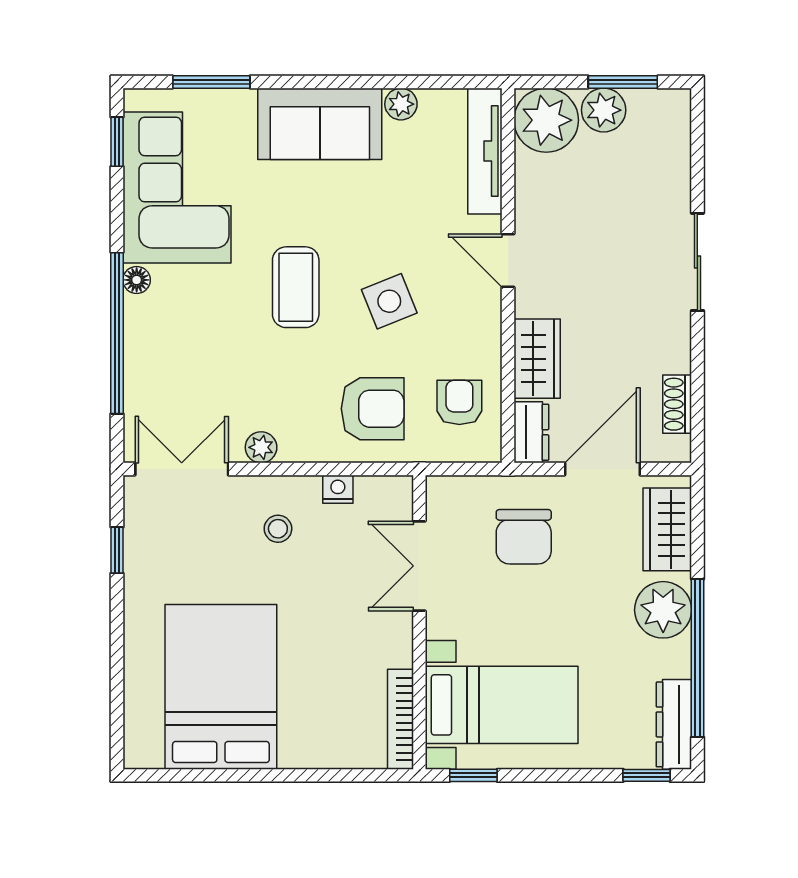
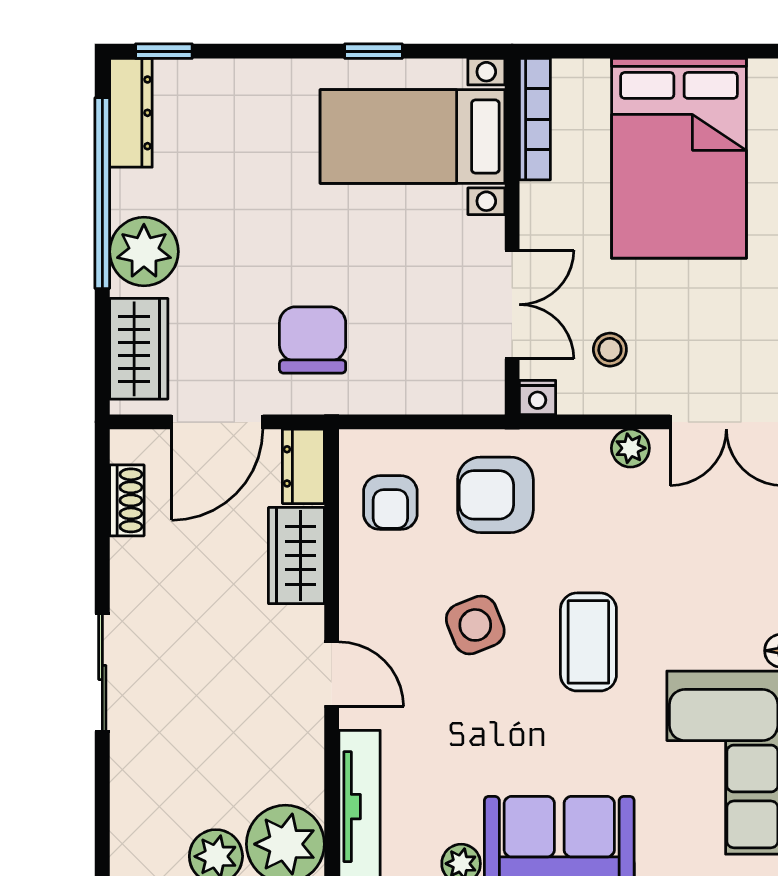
double door: (419, 566) -> (512, 305), moved
wall: (419, 622) -> (512, 237), moved
bed with nightstands: (502, 705) -> (412, 136), moved
bookcase: (400, 719) -> (535, 119), moved

